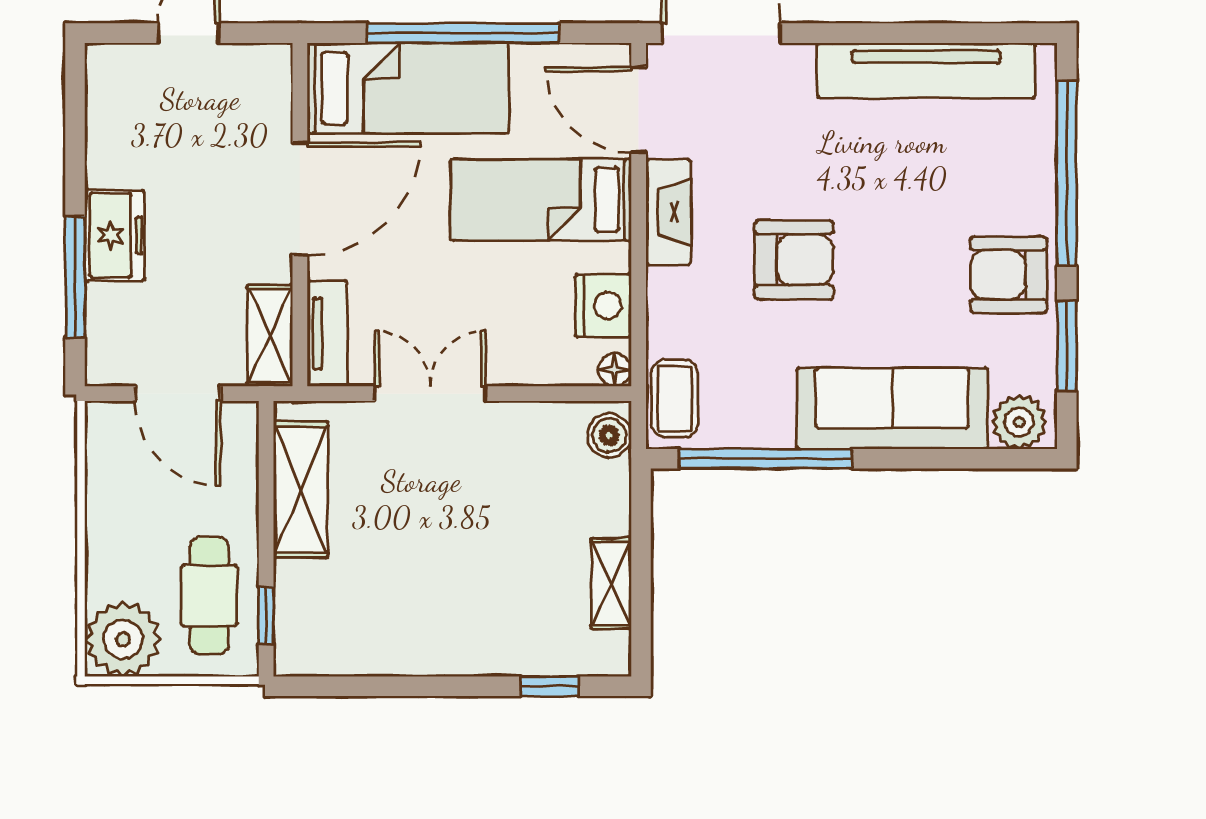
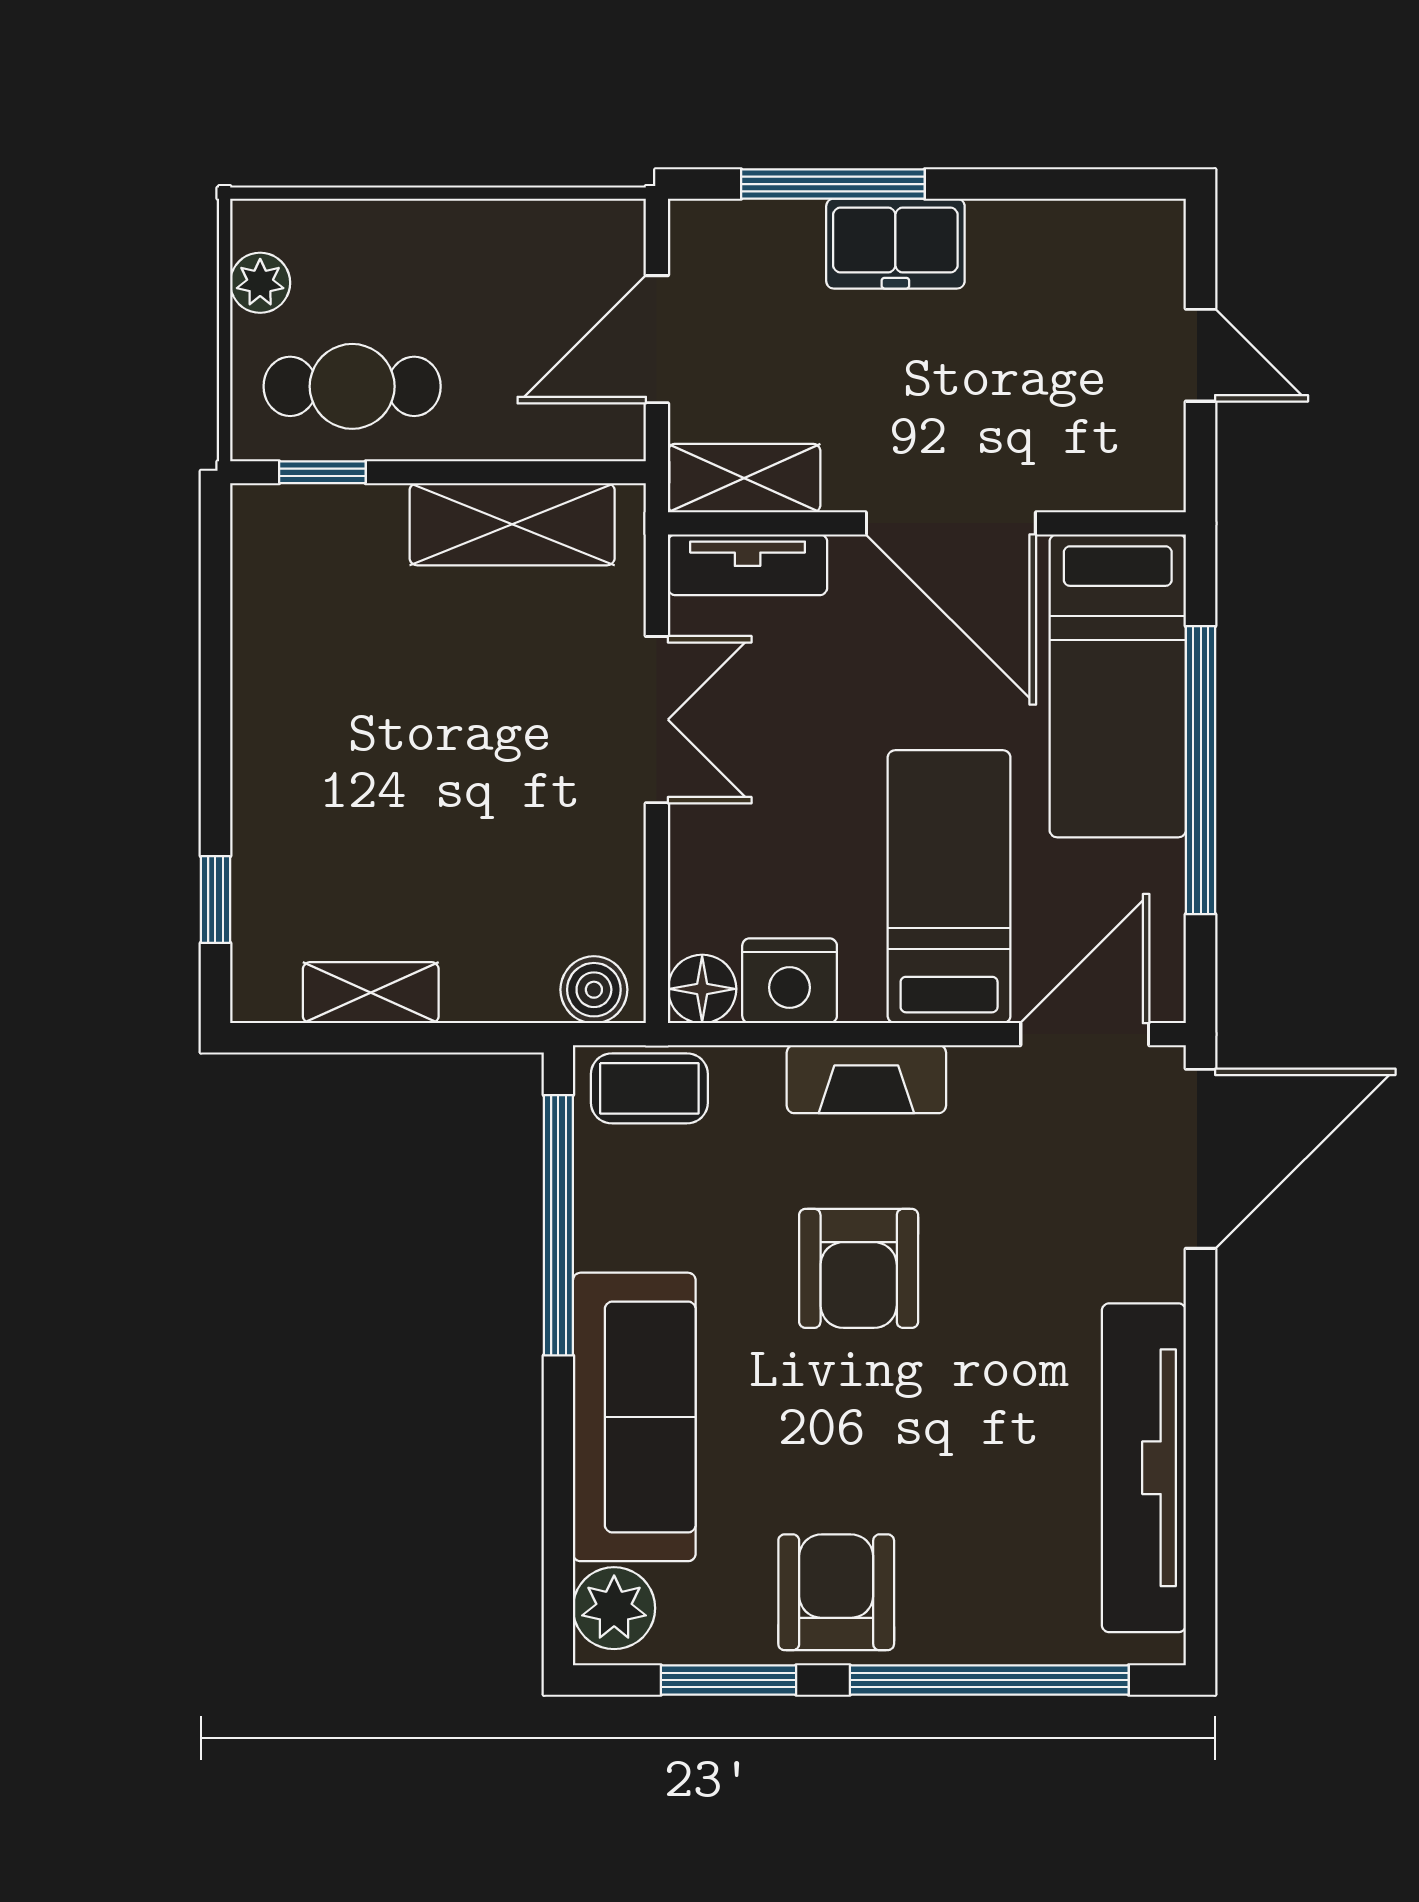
fireplace: (668, 212) -> (866, 1079), moved
floor lamp: (615, 370) -> (702, 989), width x1.37, depth x1.37
plant: (123, 639) -> (260, 283), width x0.53, depth x0.53

